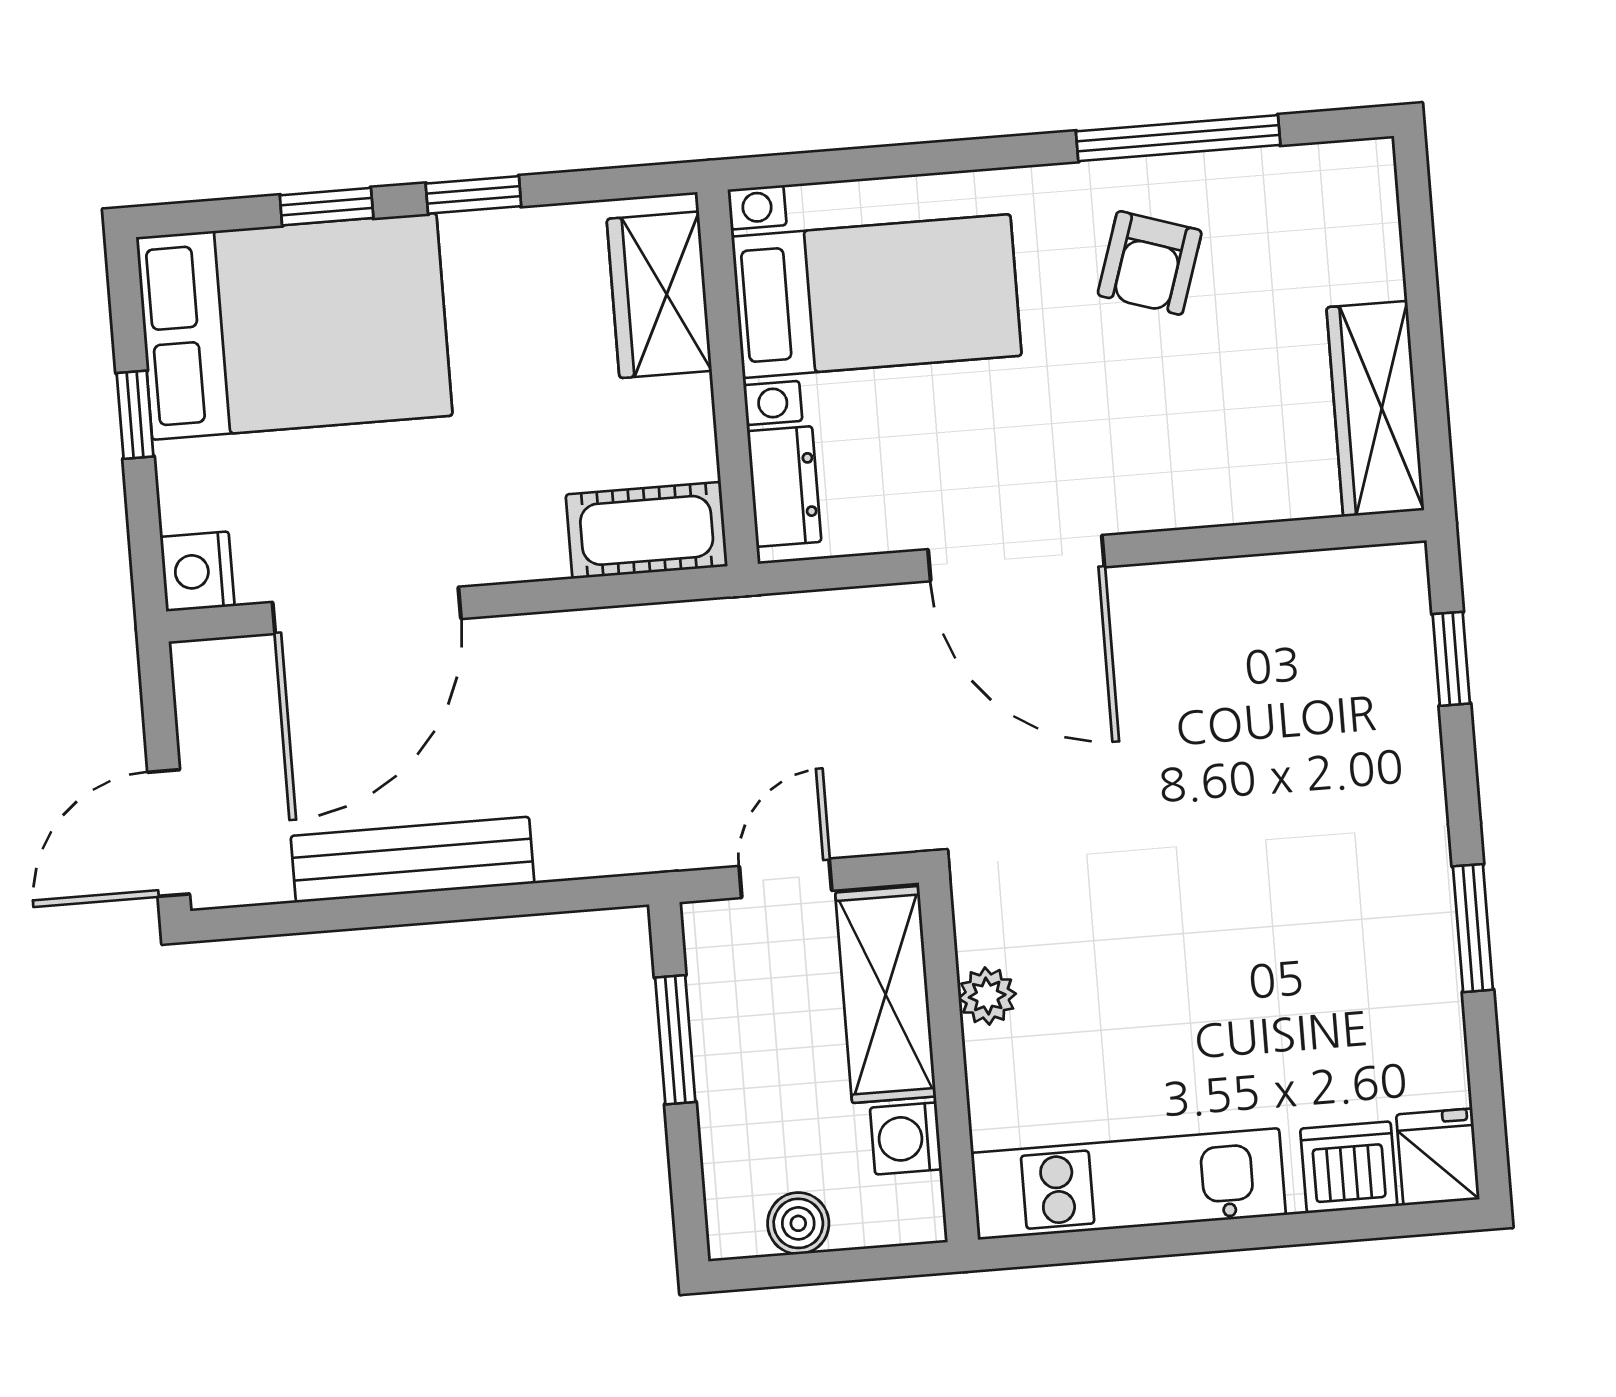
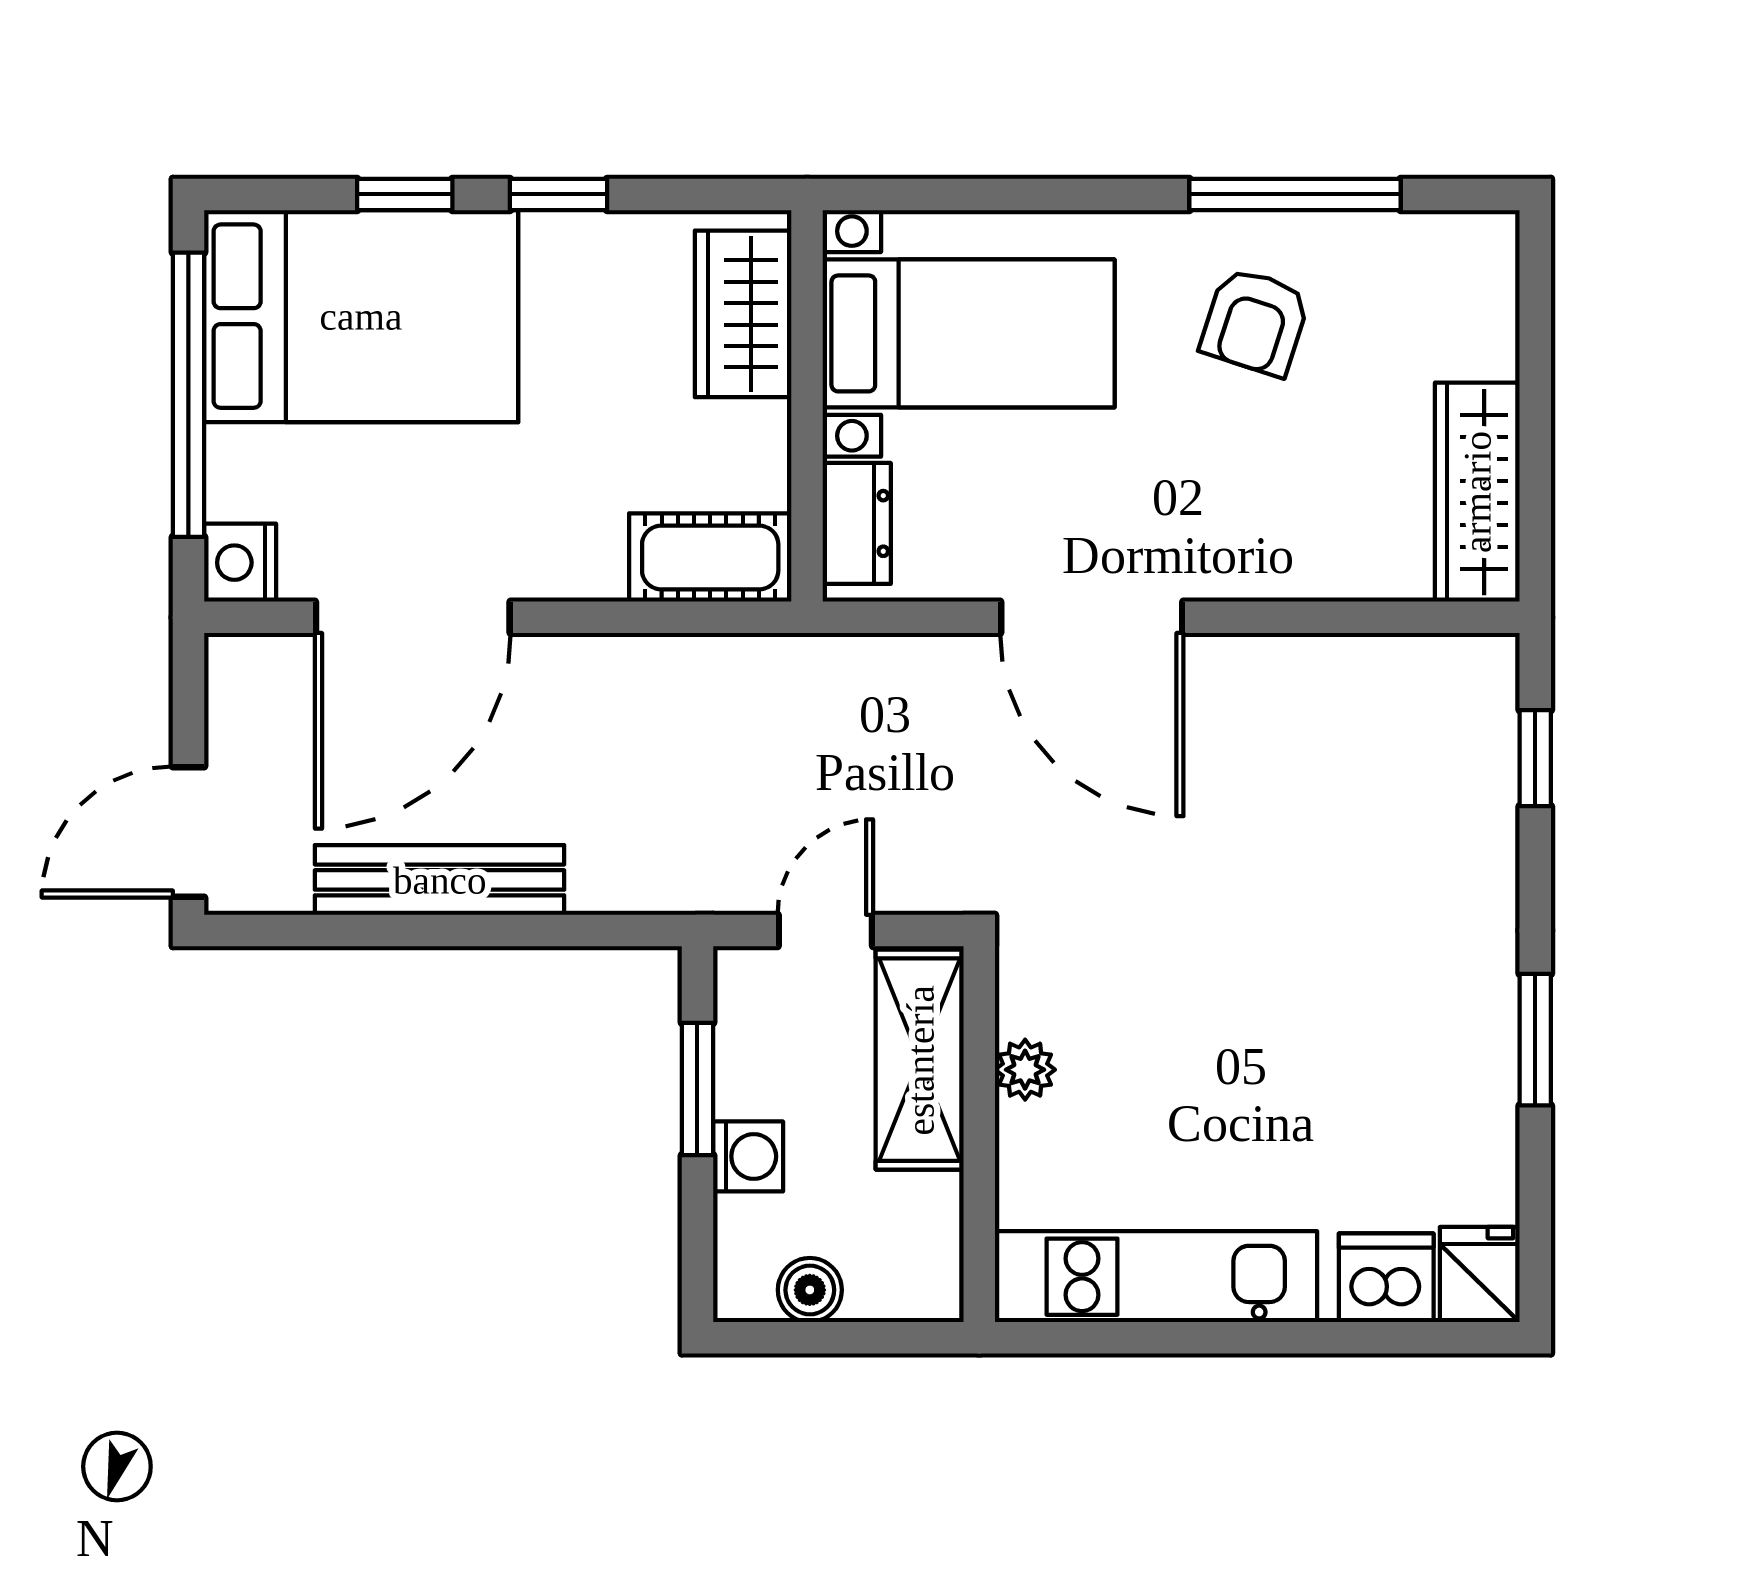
window: (135, 415) -> (188, 395), width x3.17
washing machine: (906, 1138) -> (748, 1156), moved, turned 180

